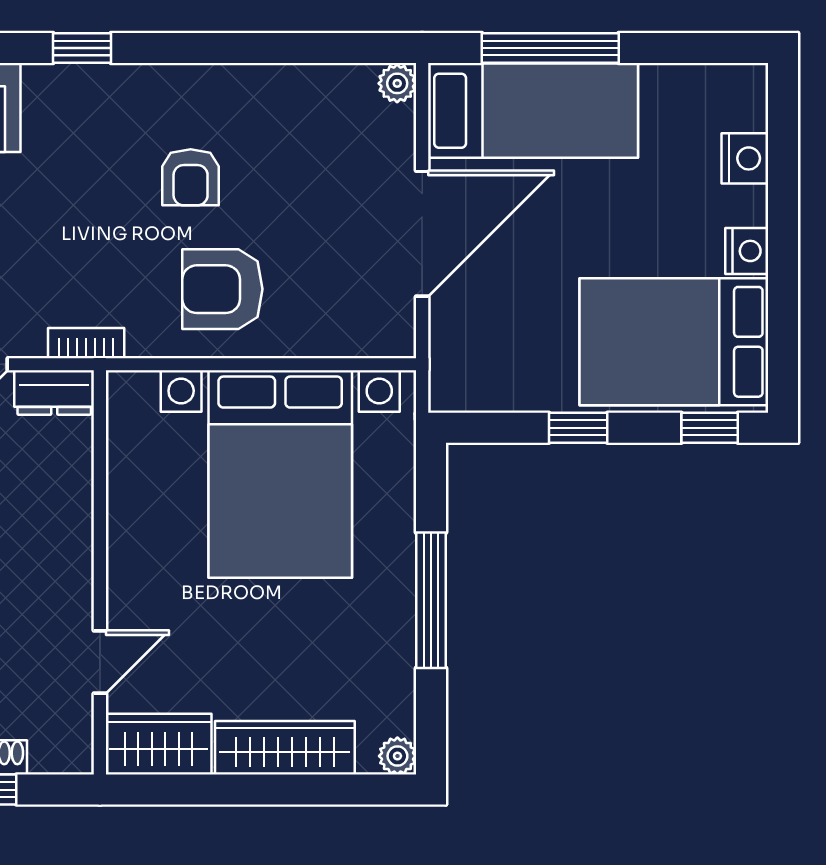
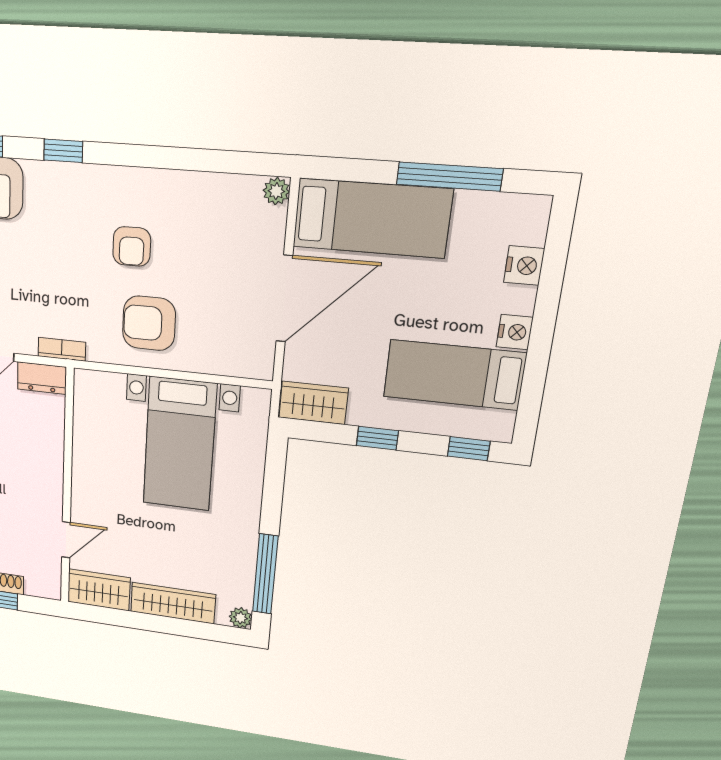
window: (550, 48) -> (449, 177), moved
bed: (674, 342) -> (454, 375), width x0.67
wardrobe: (479, 385) -> (313, 403), added
bed with nightstands: (280, 474) -> (180, 444), width x0.73
window: (431, 600) -> (265, 574), moved

